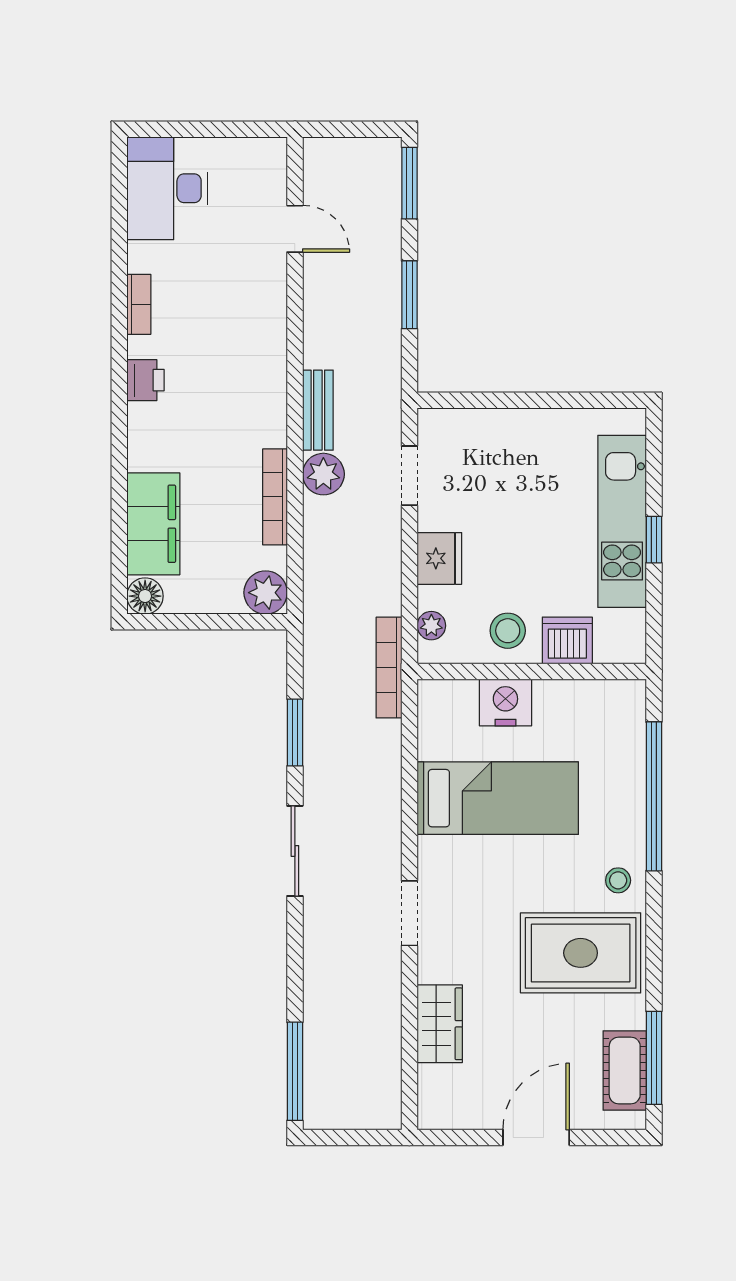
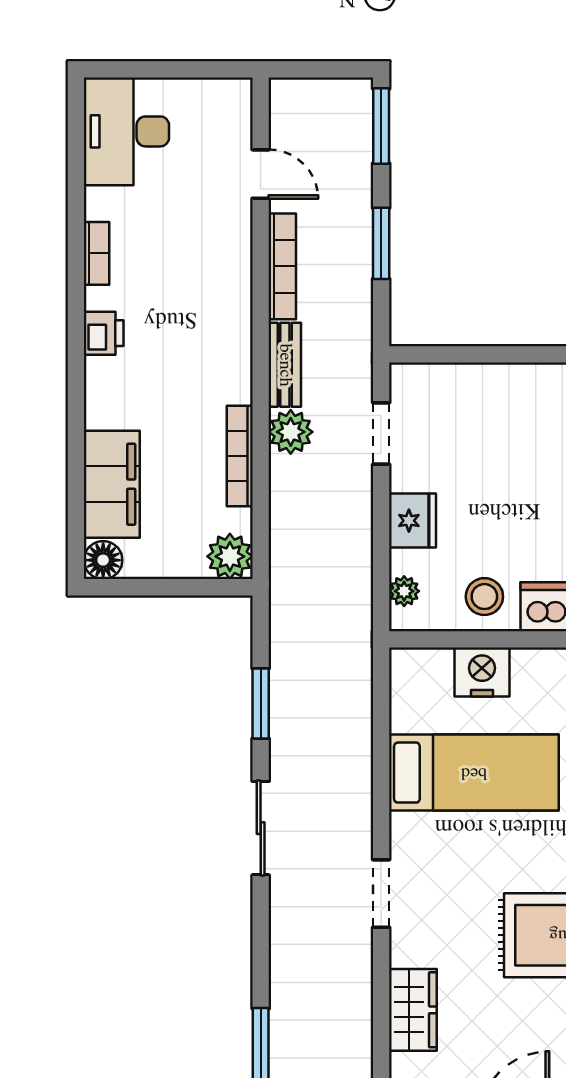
bookcase: (389, 668) -> (282, 266), moved, turned 180

